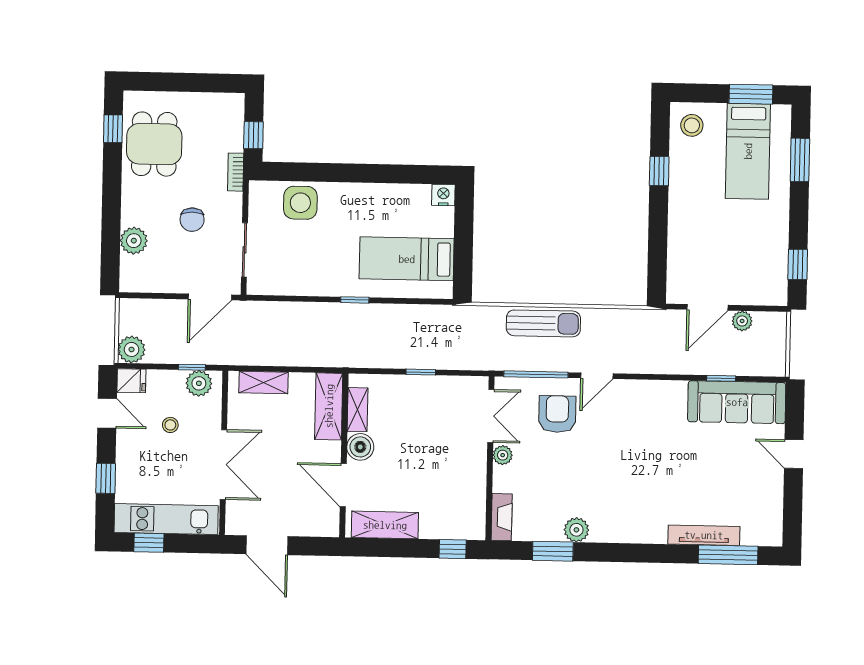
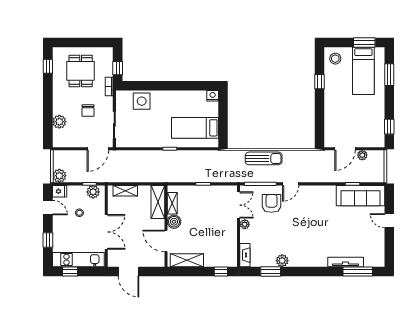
dining table: (154, 144) -> (81, 71), moved

